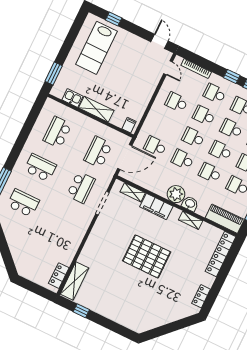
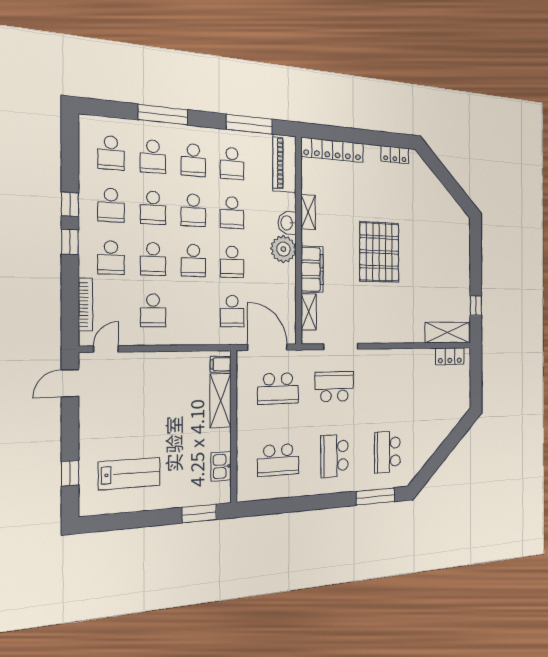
lab bench: (97, 48) -> (129, 474), width x0.73, depth x0.72
shelving: (96, 109) -> (221, 401), moved

